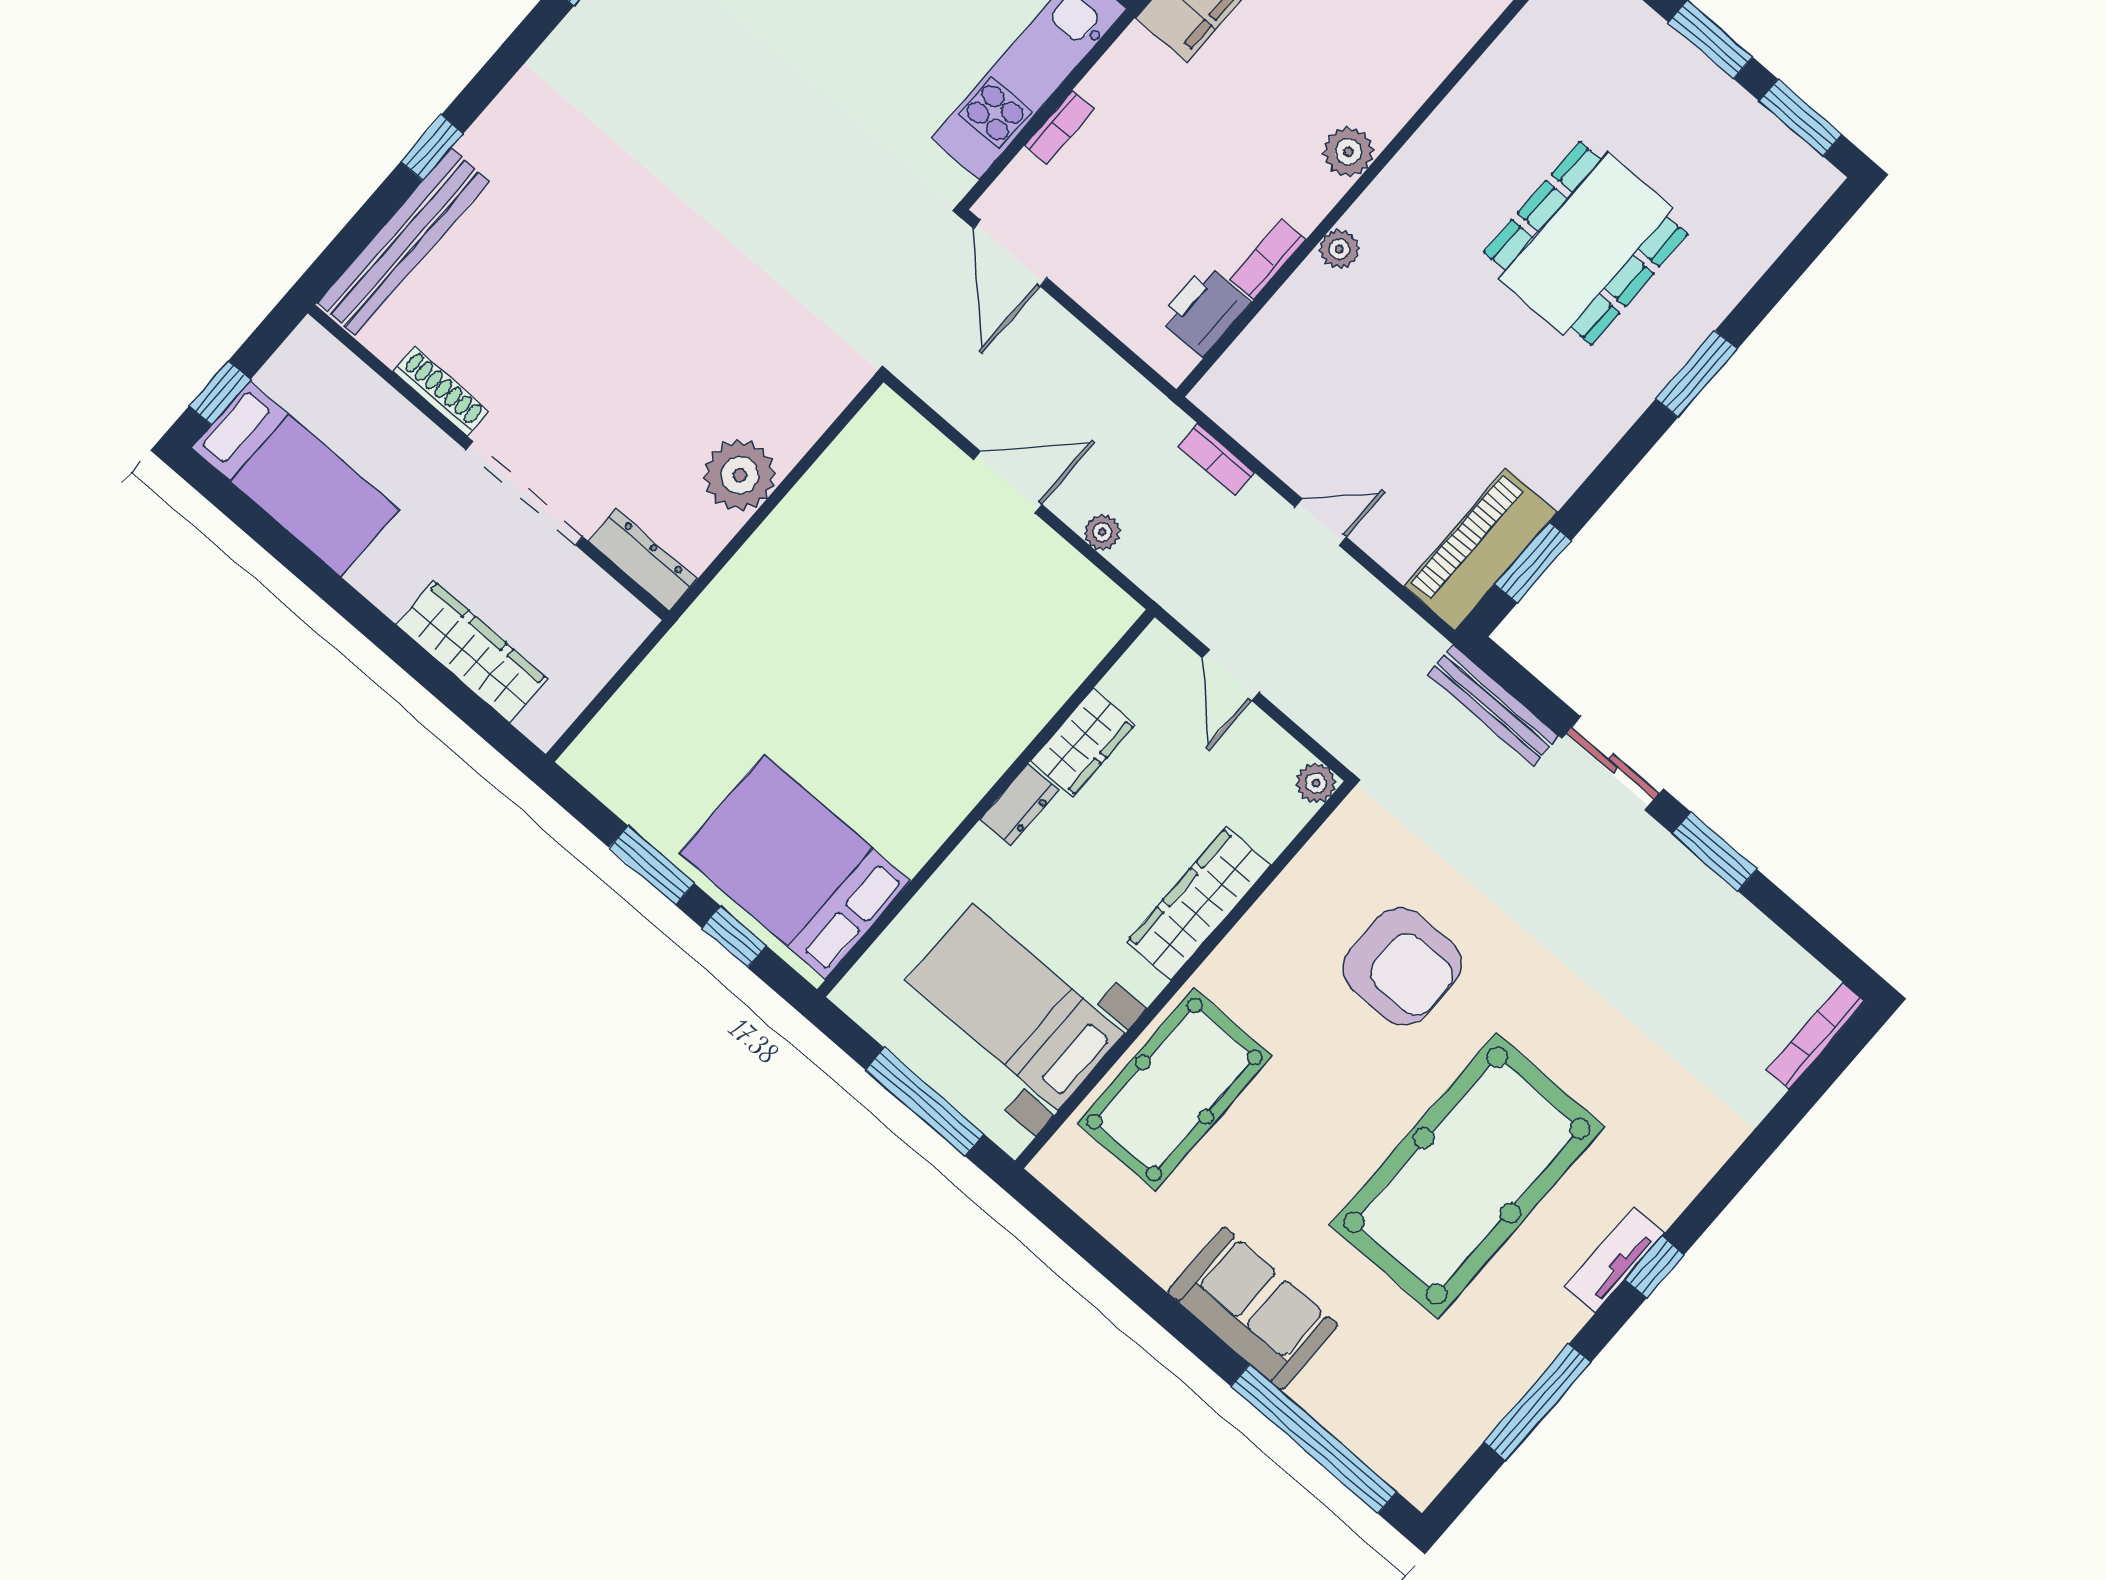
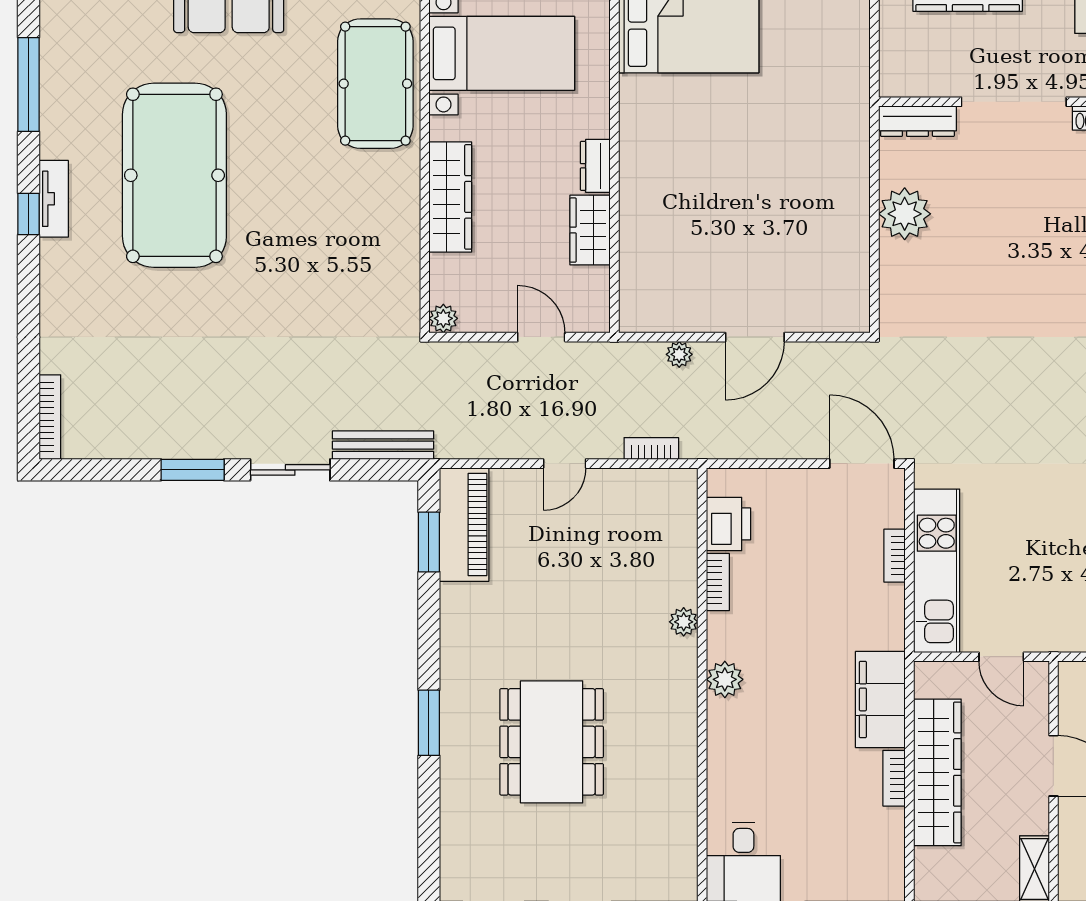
armchair: (1402, 966) -> (309, 259), removed

